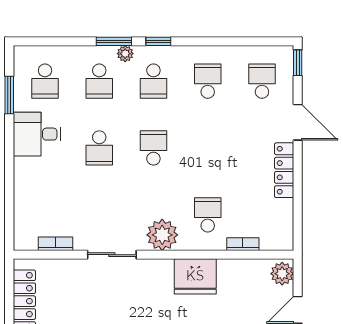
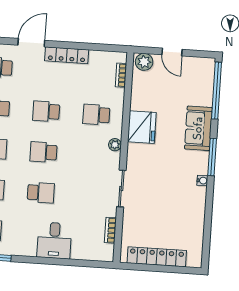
desk: (37, 134) -> (54, 240), moved
school desk: (208, 148) -> (46, 111), added
plant: (162, 235) -> (115, 145), width x0.53, depth x0.53
bookcase: (243, 244) -> (121, 75), moved

